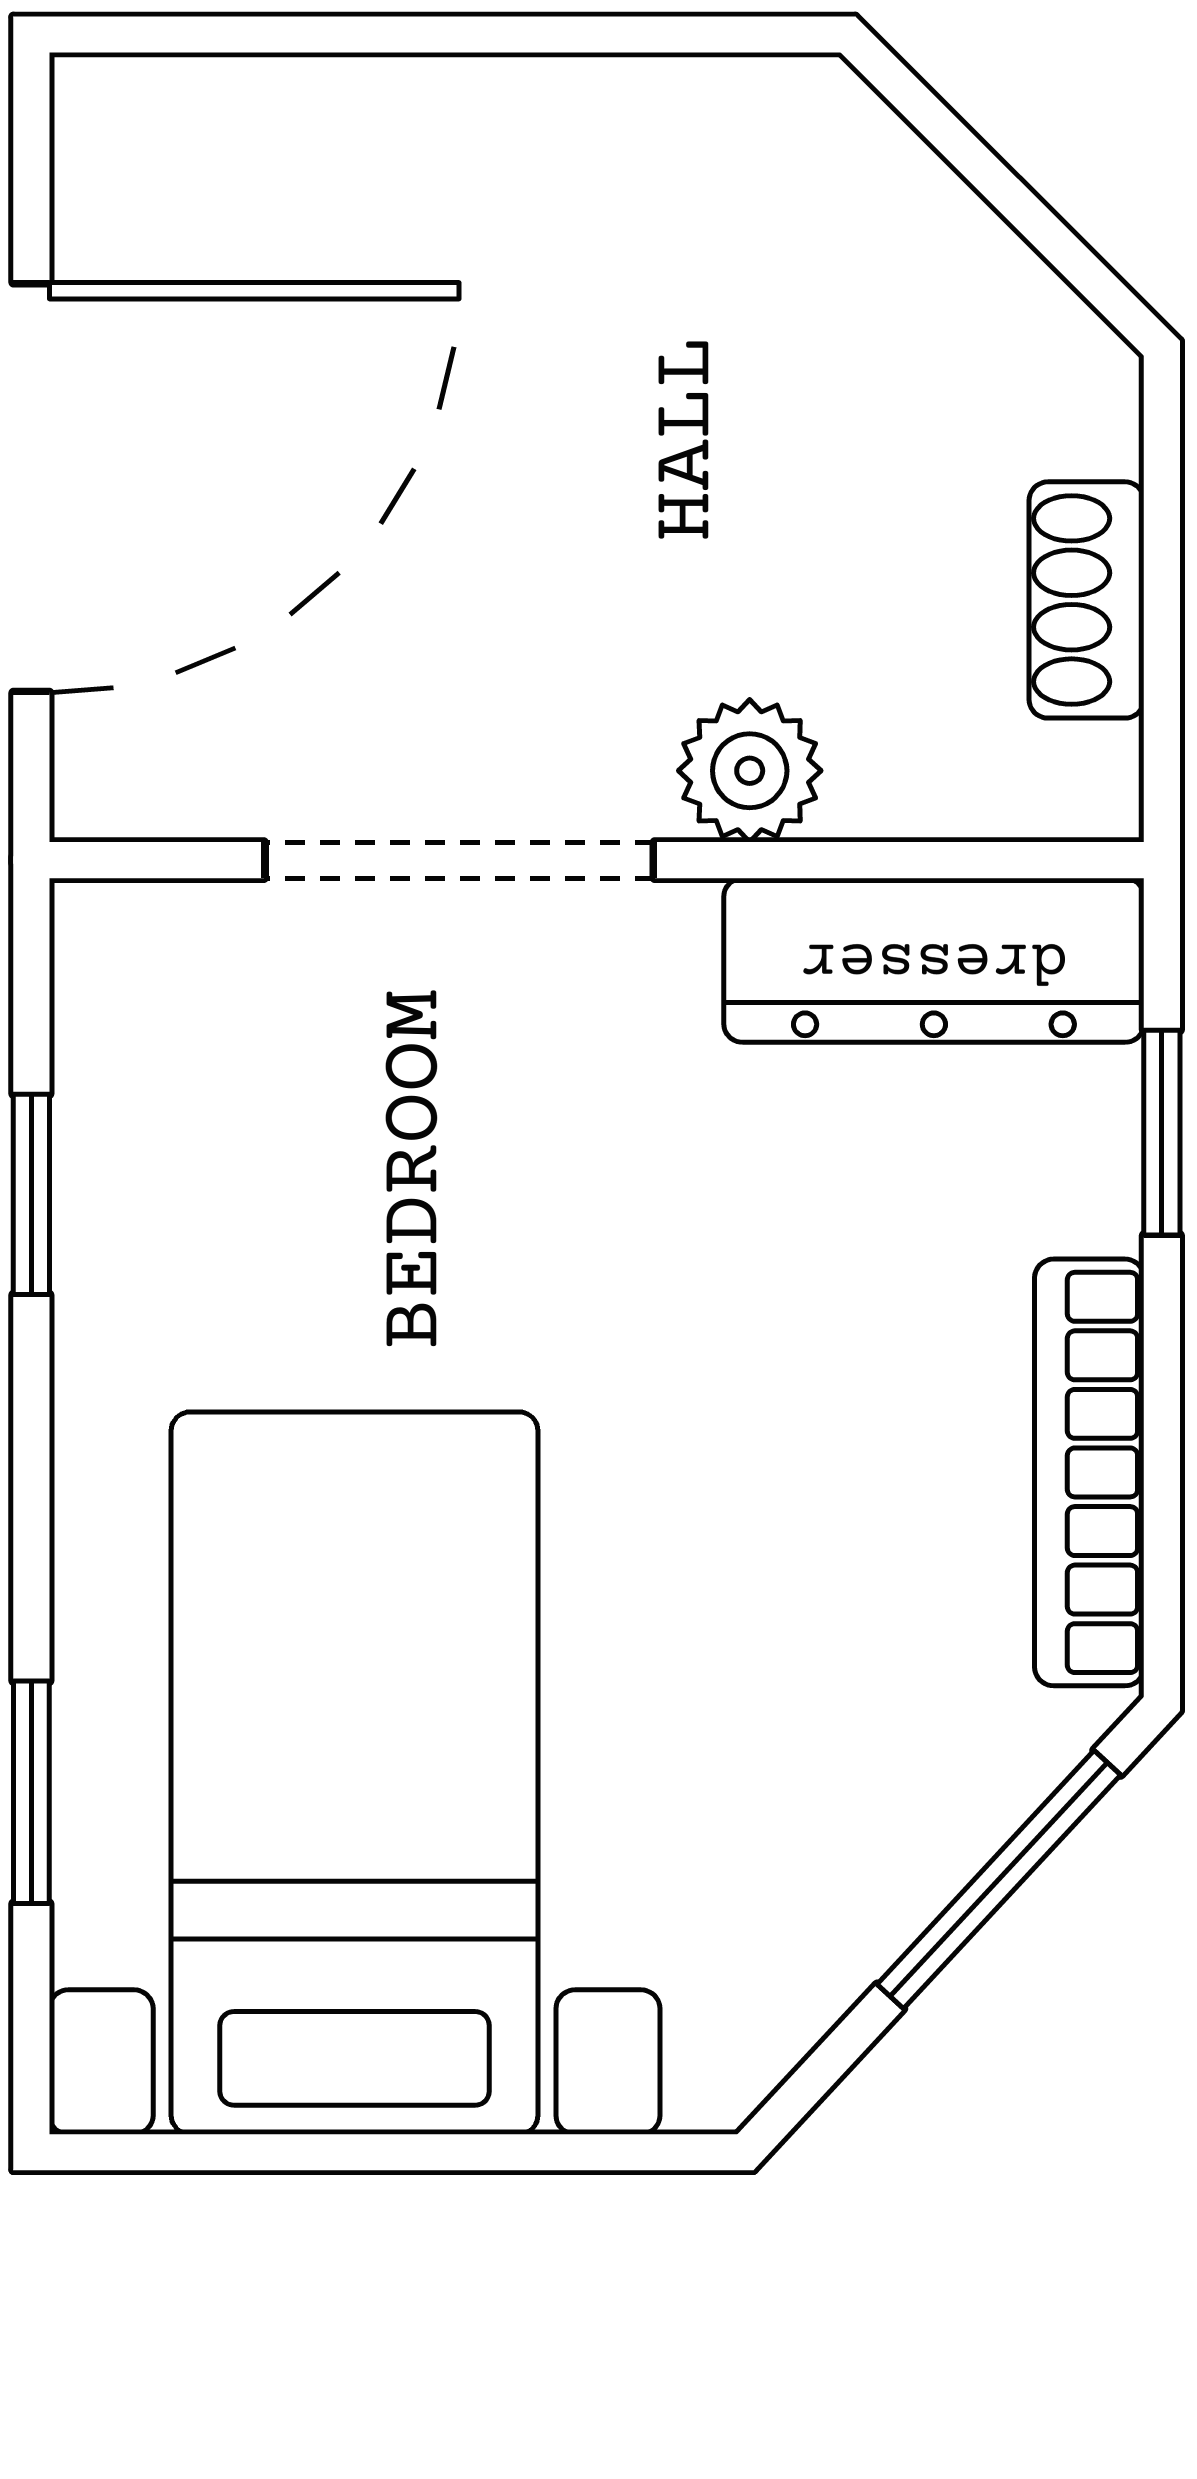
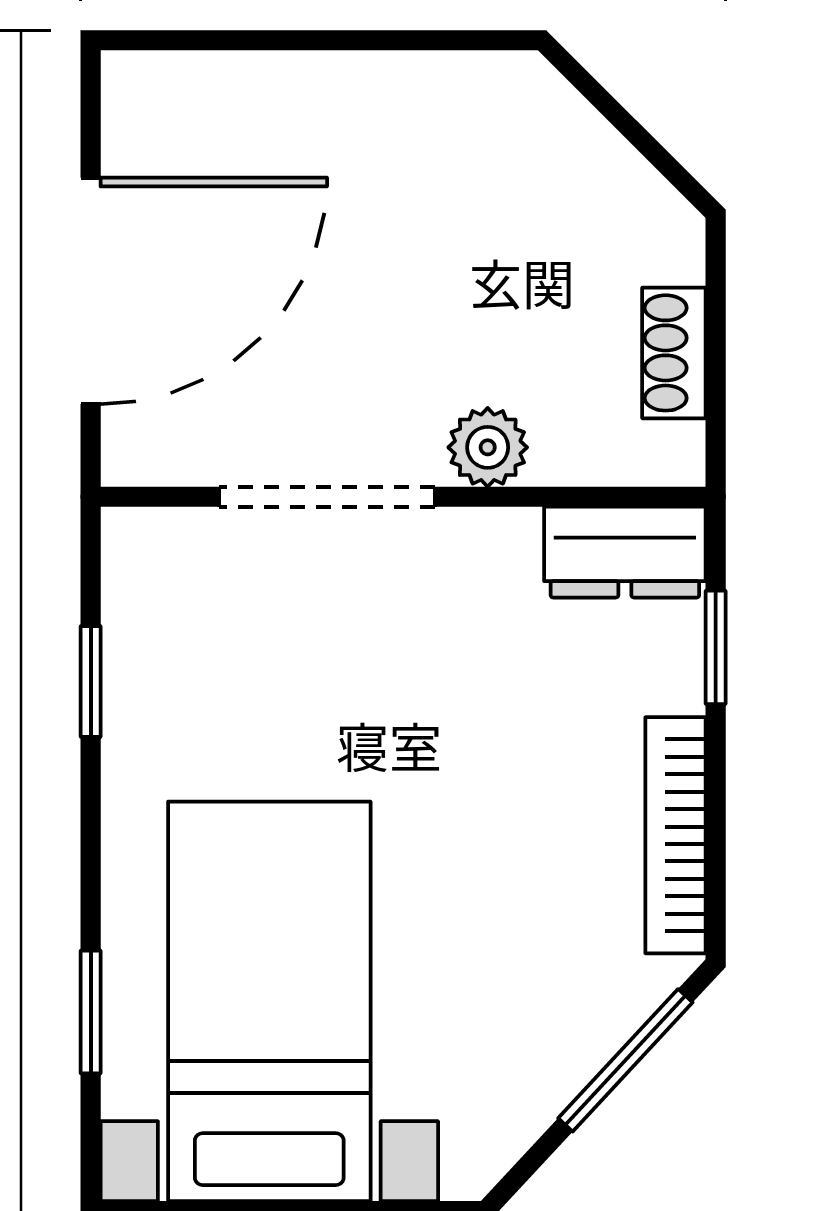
dresser: (934, 960) -> (625, 552), width x0.70

